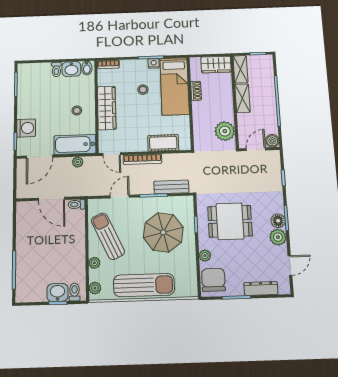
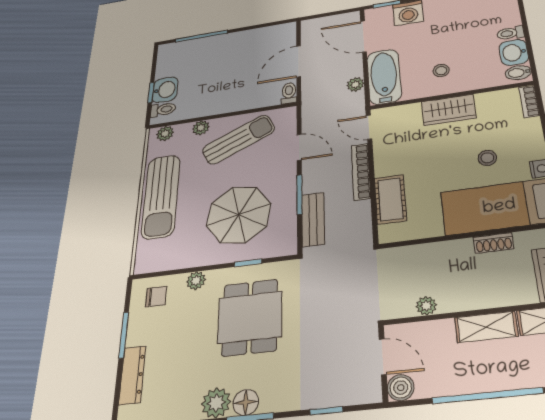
wardrobe: (107, 108) -> (449, 110), width x0.67
plant: (225, 131) -> (426, 306), width x0.53, depth x0.53
door: (112, 154) -> (369, 127), hinge flipped
chair: (213, 280) -> (156, 297), width x0.54, depth x0.54

